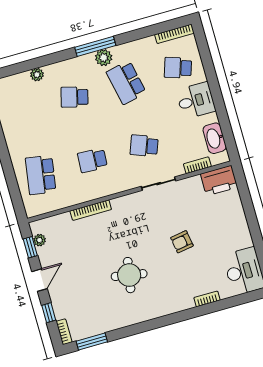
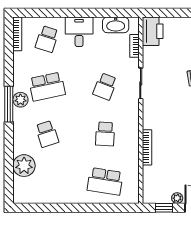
plant: (37, 75) -> (24, 166), width x1.87, depth x1.87
school desk: (75, 97) -> (47, 134), turned -33
plant: (39, 240) -> (177, 198), moved

